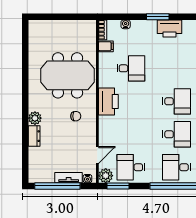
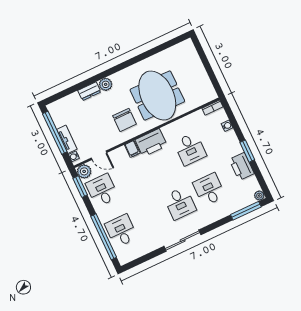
filing cabinet: (106, 46) -> (132, 149), moved
chair: (76, 116) -> (125, 120), width x1.87, depth x1.87
desk: (177, 134) -> (209, 189), moved, turned 180

